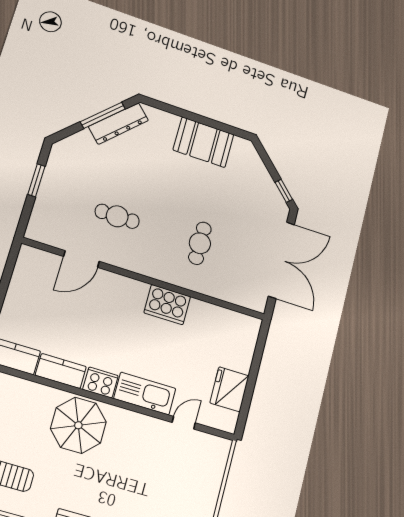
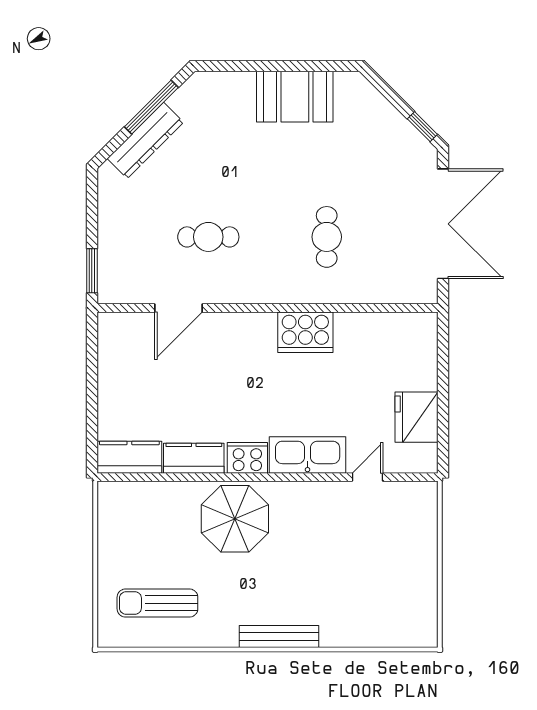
dresser: (118, 124) -> (145, 140), moved
window: (36, 180) -> (92, 271), moved

